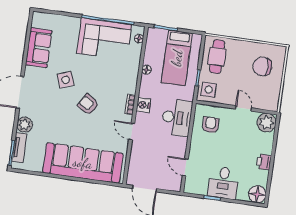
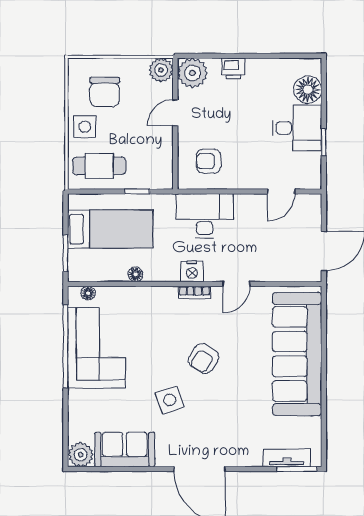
side table: (209, 90) -> (85, 127), moved
plant: (271, 103) -> (161, 70), added
plant: (25, 125) -> (81, 455), moved
printer: (264, 162) -> (233, 69), moved
floor lamp: (257, 194) -> (308, 90), moved

